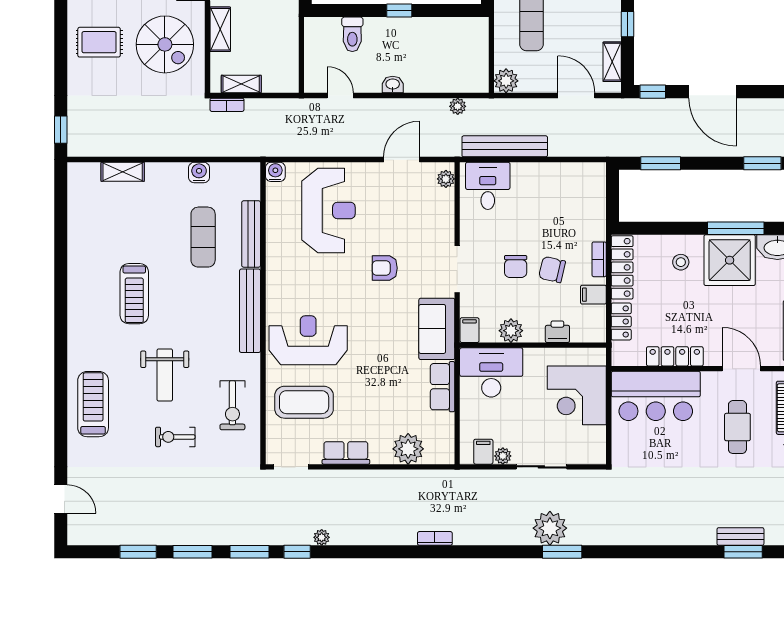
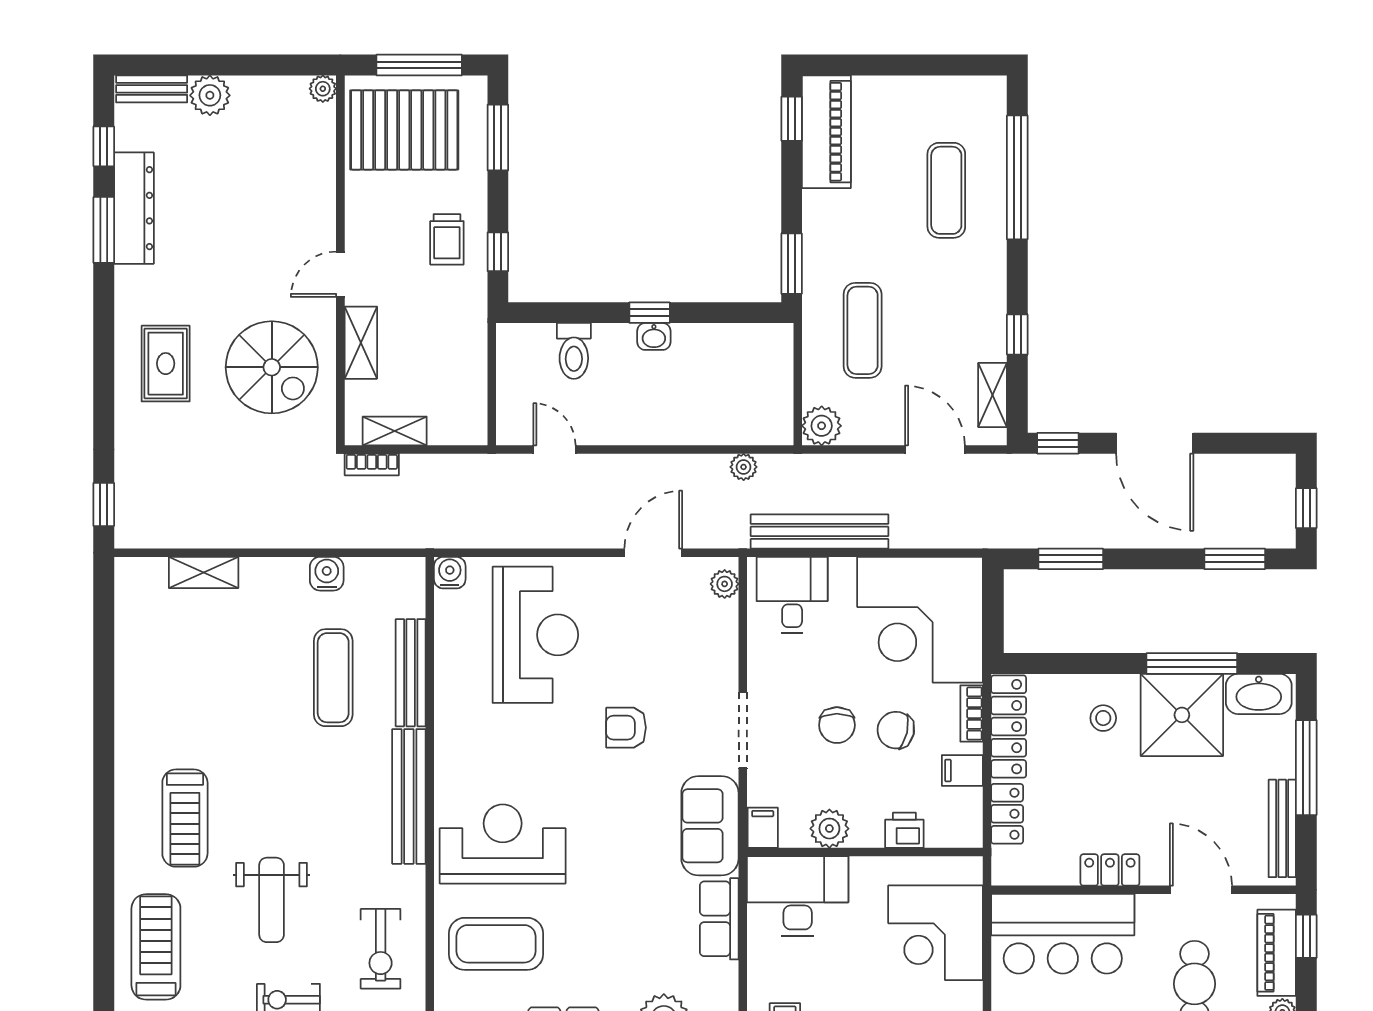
rug: (99, 42) -> (166, 364), turned 90
washbasin: (393, 85) -> (654, 336), moved, turned 180
corner desk: (567, 201) -> (920, 620), added
treadmill: (134, 294) -> (185, 818), moved
locker: (675, 356) -> (1110, 870), width x0.66

